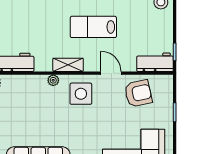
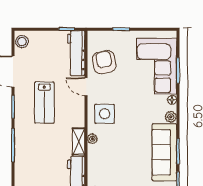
workbench: (155, 62) -> (76, 53), width x1.38
shelving: (68, 65) -> (79, 142), moved
door: (111, 73) -> (86, 87), hinge flipped

